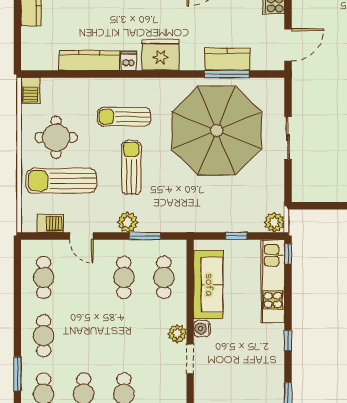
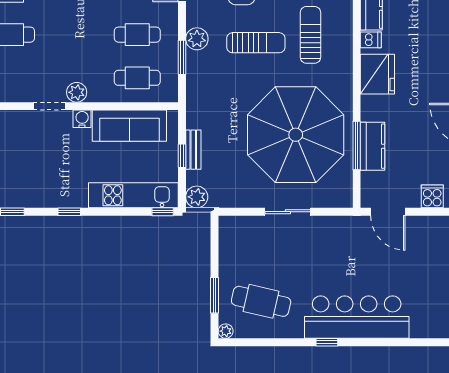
bench: (230, 225) -> (193, 150), added

